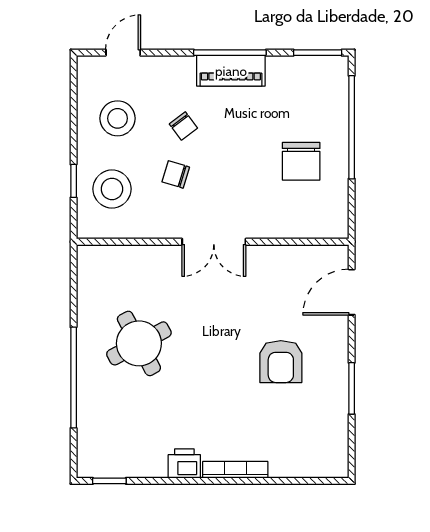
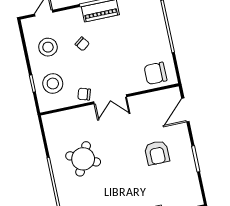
chair: (301, 161) -> (155, 73), moved, turned 90
chair: (176, 174) -> (84, 94), moved
round table: (139, 343) -> (83, 159), turned -37

